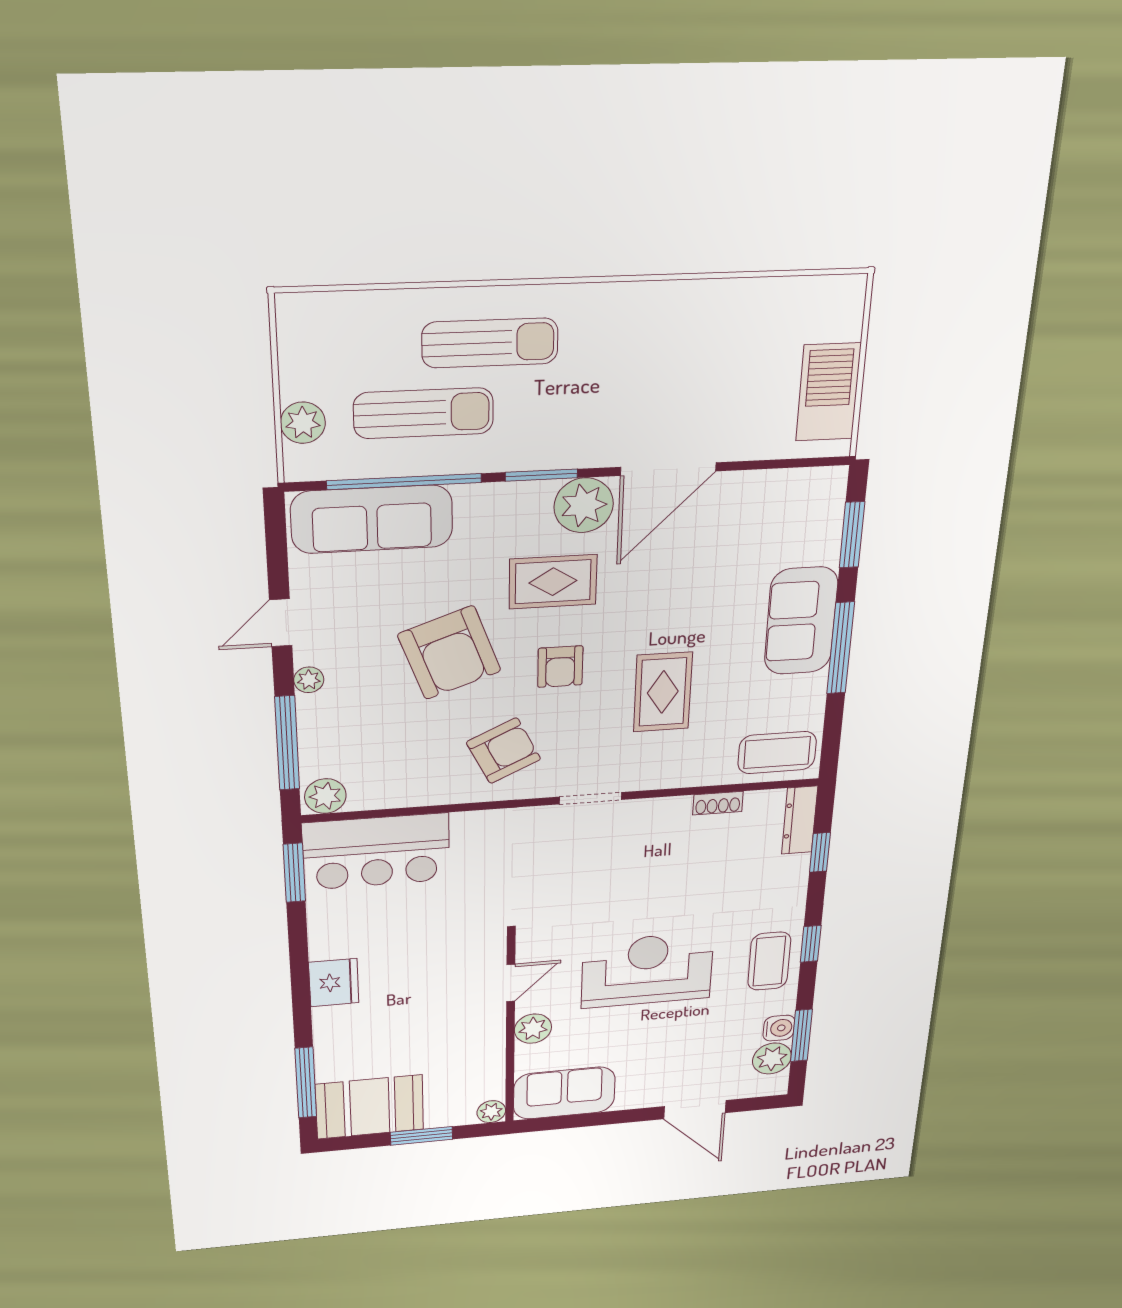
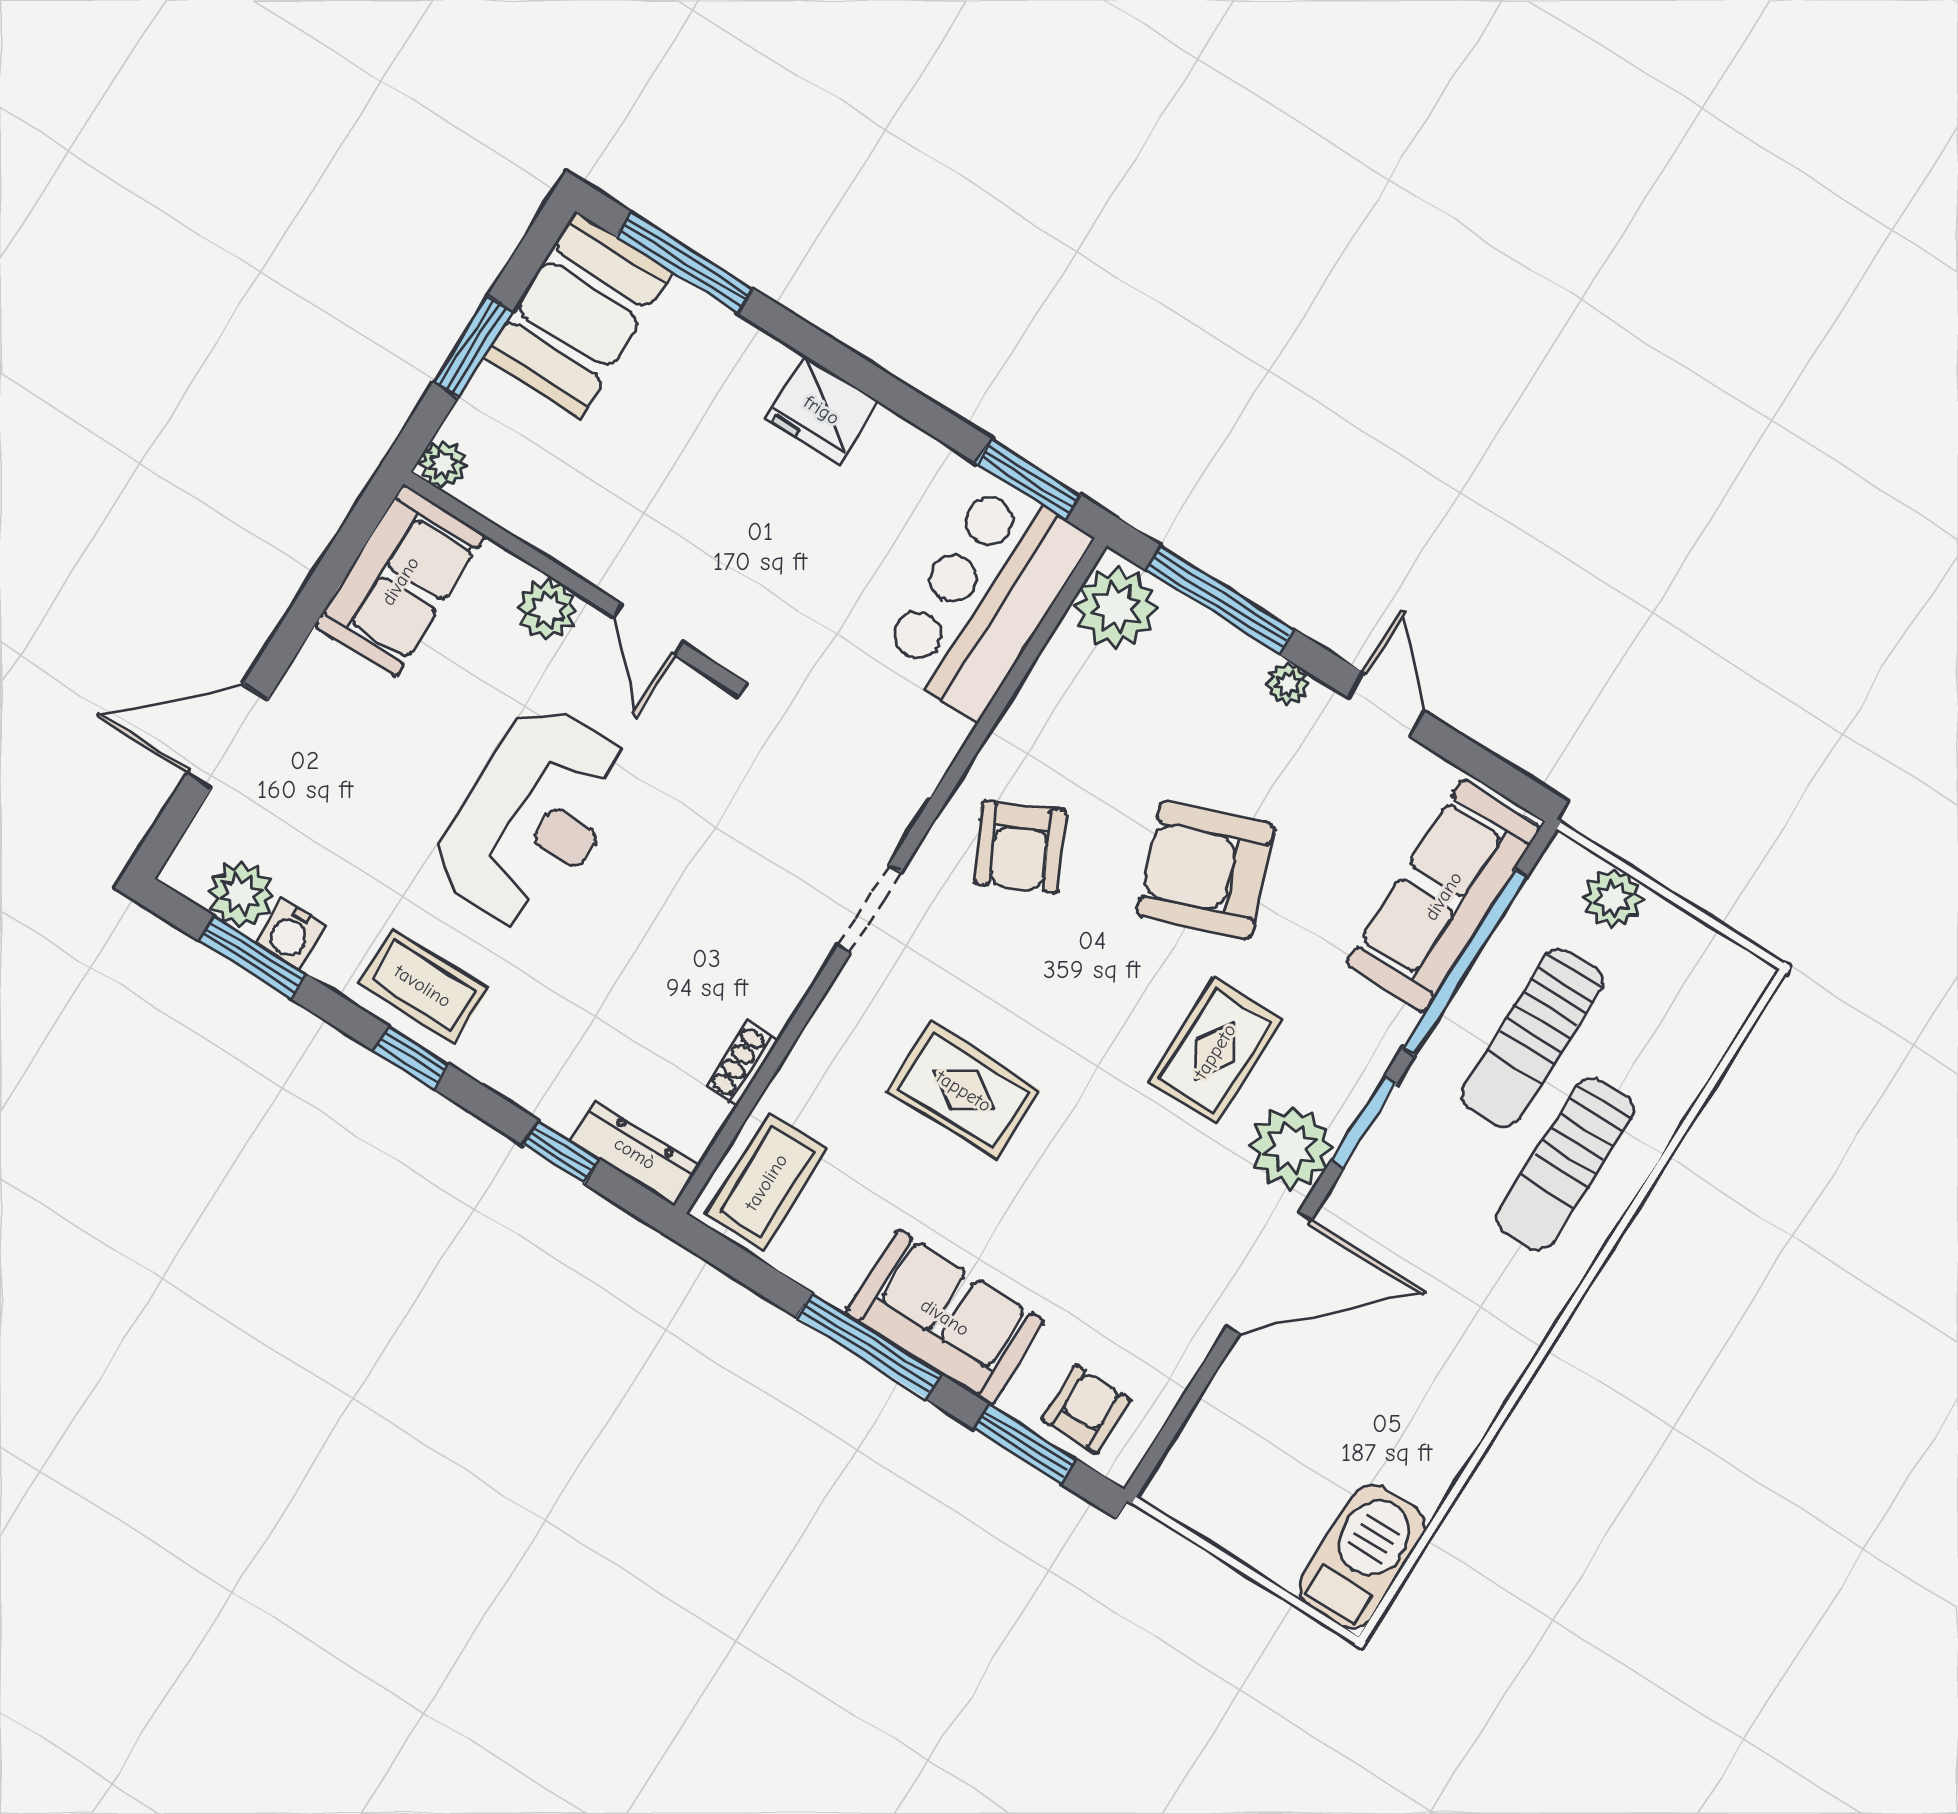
barbecue: (828, 392) -> (1362, 1557), moved, turned -90
door: (668, 469) -> (1269, 1273), swing flipped
armchair: (560, 667) -> (1086, 1409), moved, turned 90
plant: (325, 796) -> (1116, 608), width x1.36, depth x1.36

